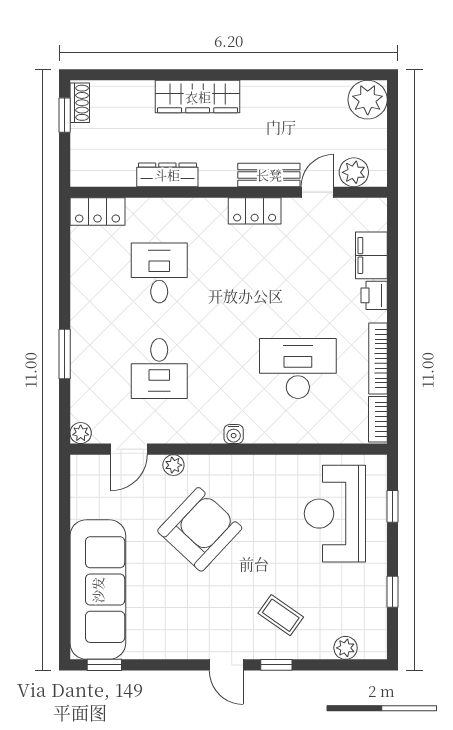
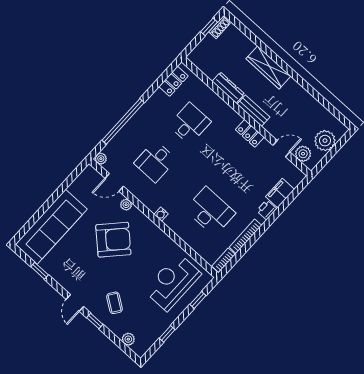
plant: (368, 100) -> (325, 141), moved
bench: (269, 175) -> (253, 111), moved
locker: (98, 212) -> (174, 81), moved, turned -90
window: (65, 354) -> (123, 121), width x2.11
window: (104, 665) -> (40, 271), moved

